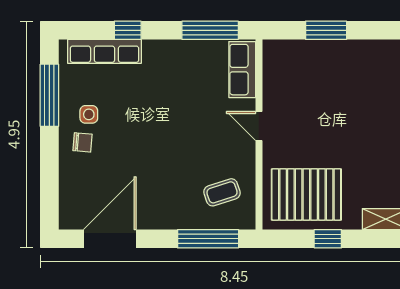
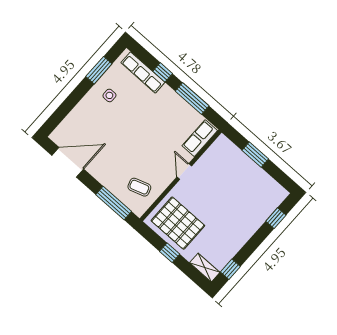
window: (210, 30) -> (192, 98), moved
window: (49, 95) -> (99, 70), width x0.69
chair: (82, 142) -> (95, 106), removed

